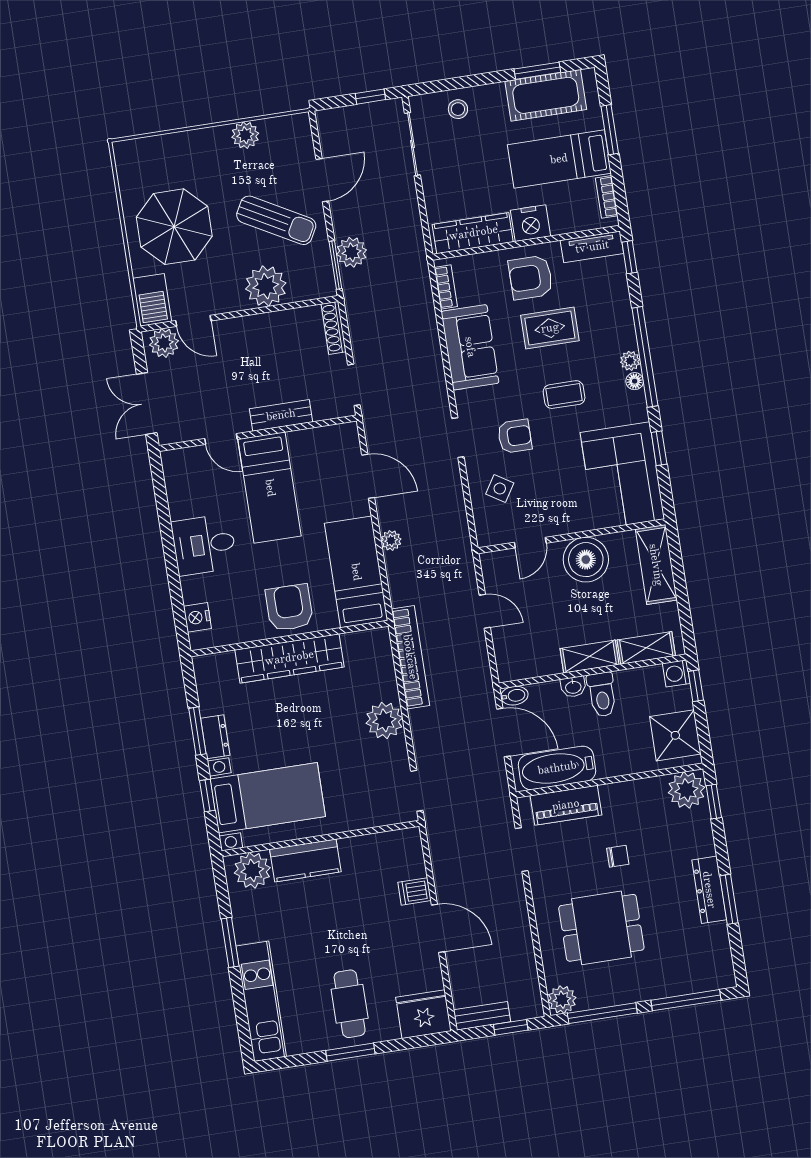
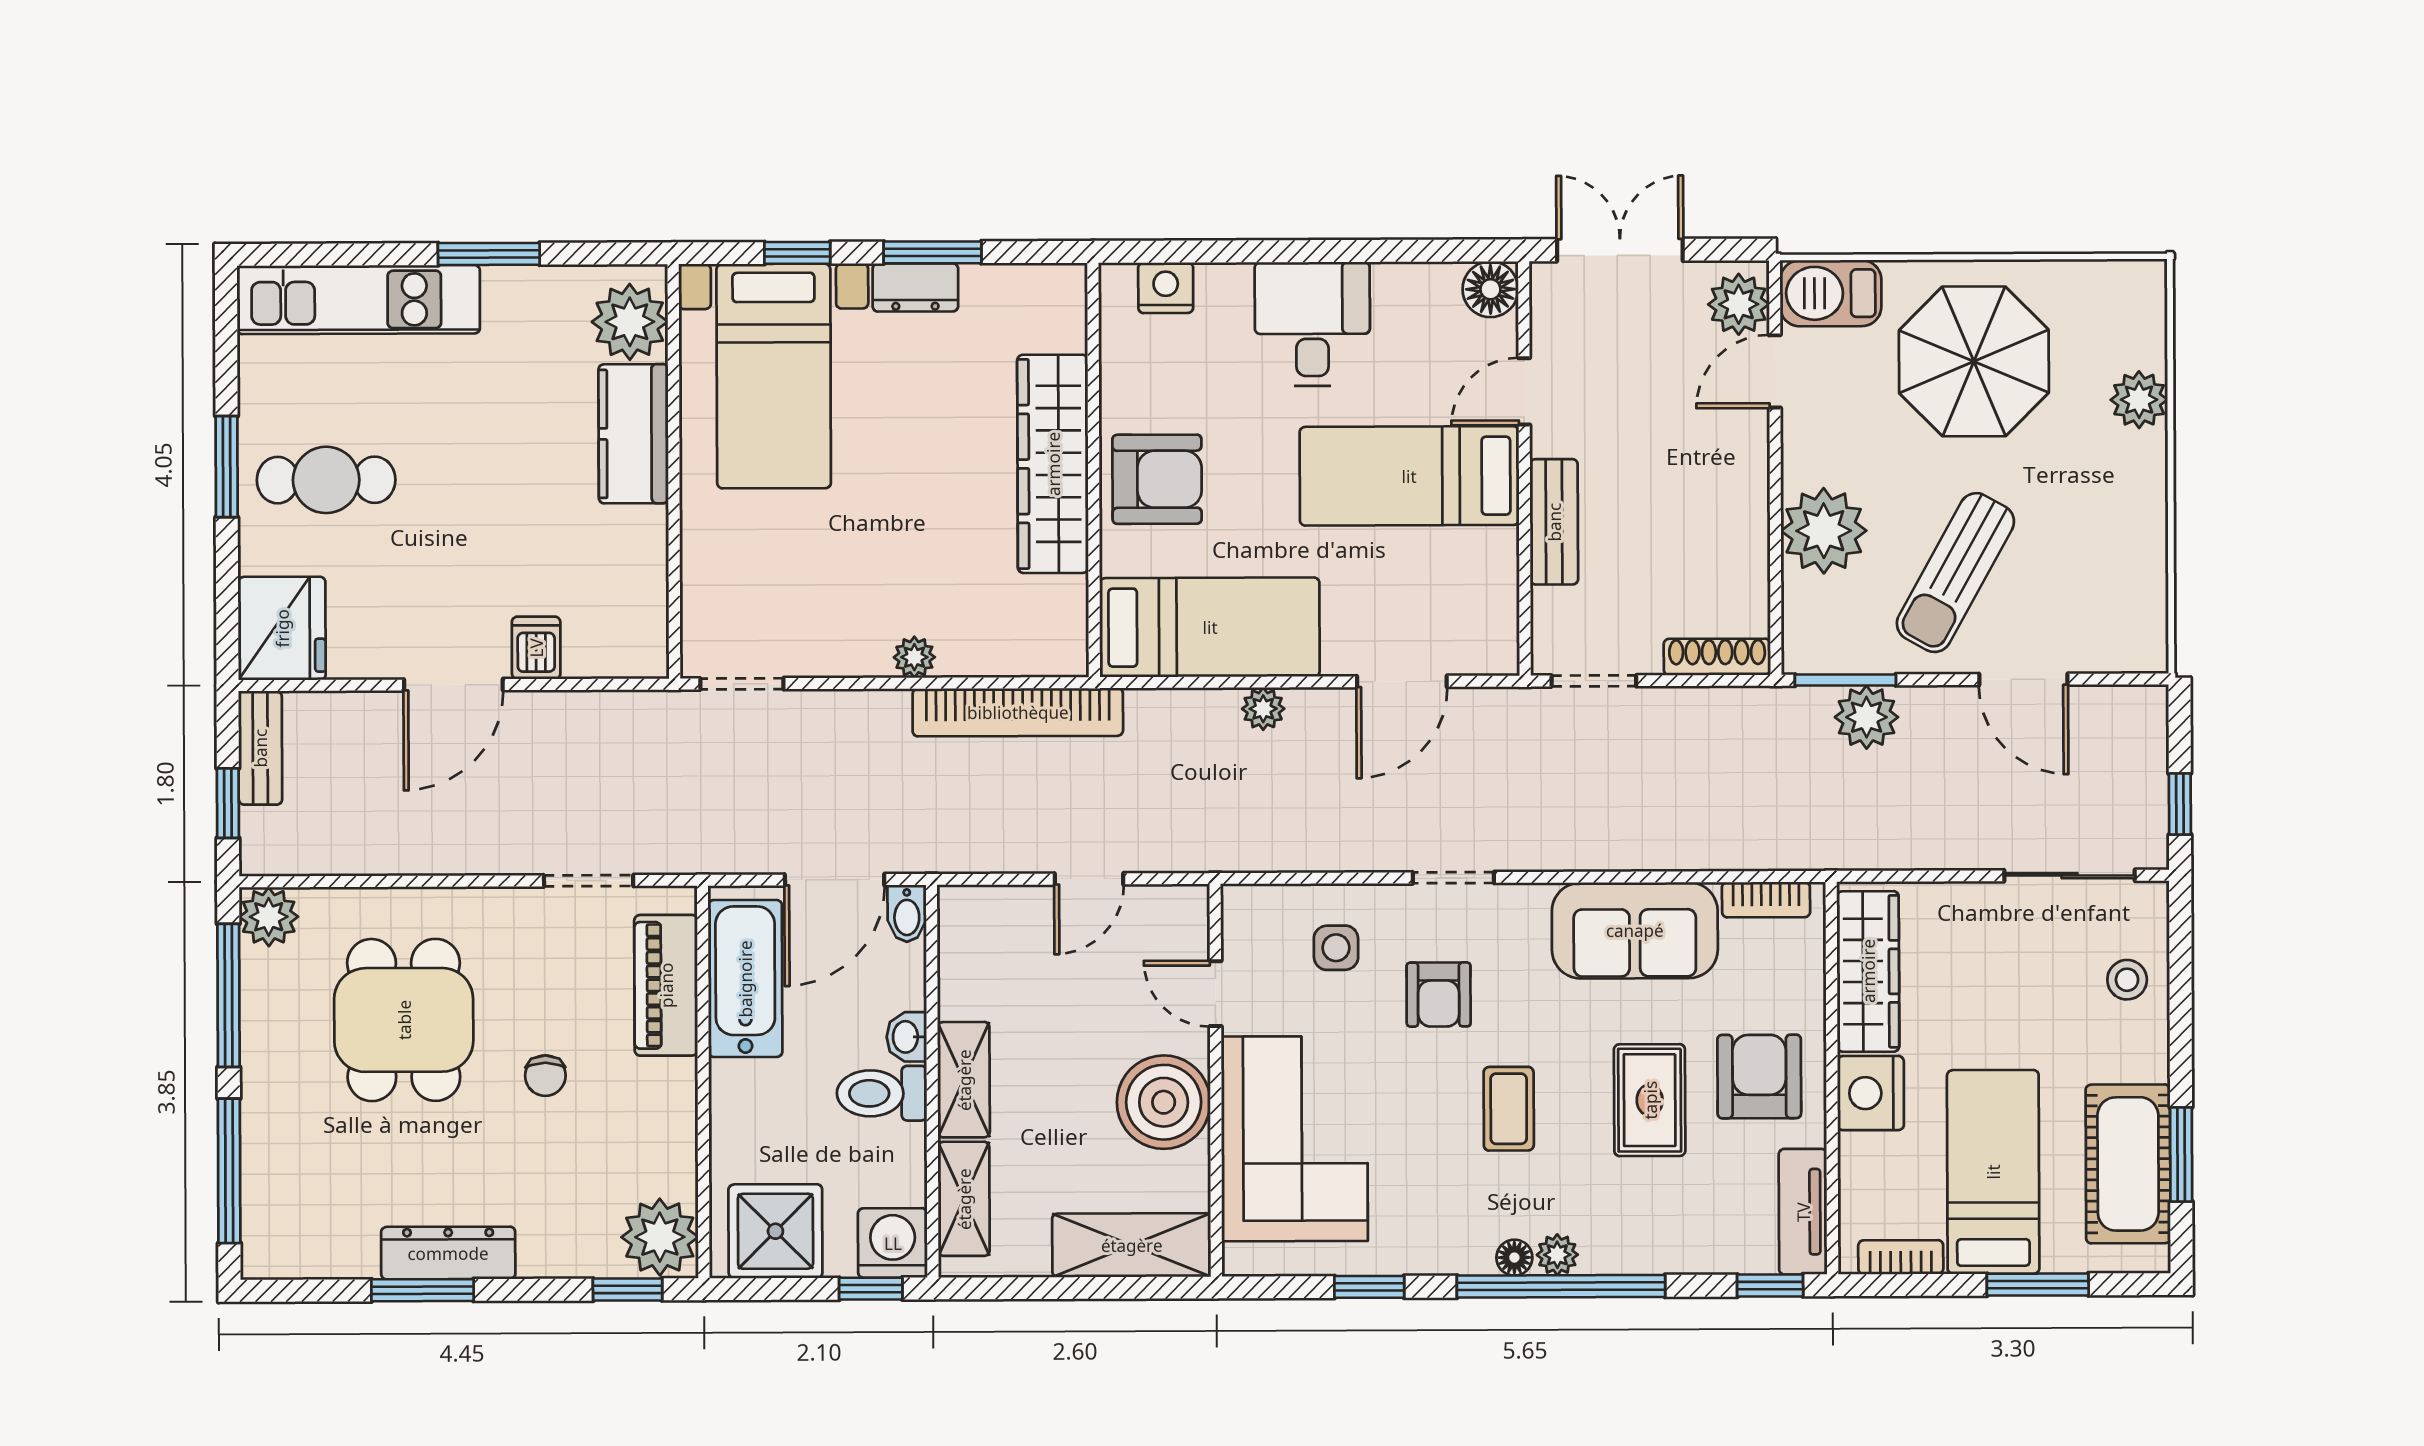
plant: (245, 135) -> (2139, 400), moved
floor lamp: (175, 462) -> (1490, 289), added
corner sofa: (622, 476) -> (1294, 1139), moved, turned 90
side table: (500, 489) -> (1336, 948), turned -32
washing machine: (676, 673) -> (893, 1243), width x1.38, depth x1.38
plant: (384, 720) -> (914, 657), width x0.53, depth x0.53

